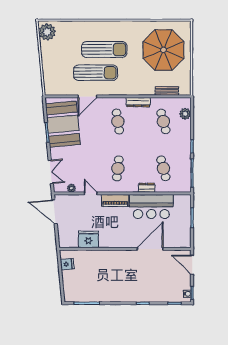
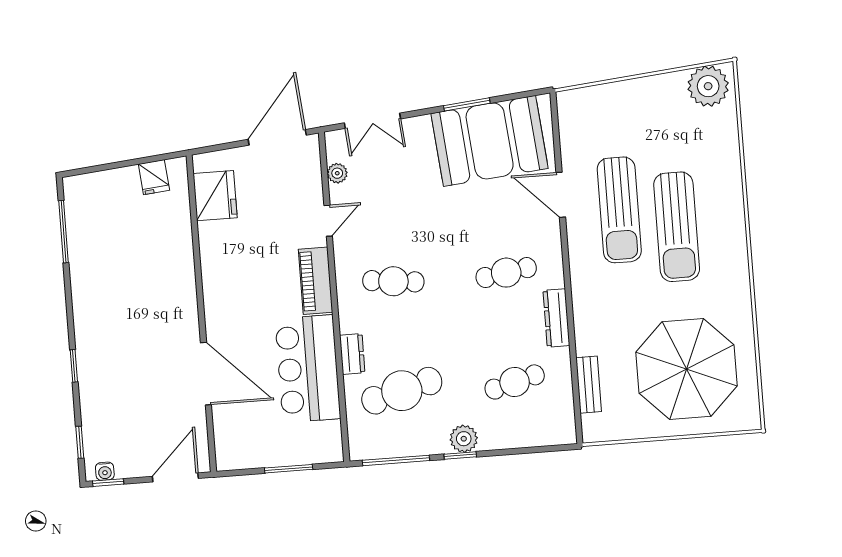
plant: (185, 114) -> (464, 439), moved
cafe table: (163, 168) -> (402, 391), width x1.37, depth x1.35
fridge: (88, 239) -> (215, 196), moved

